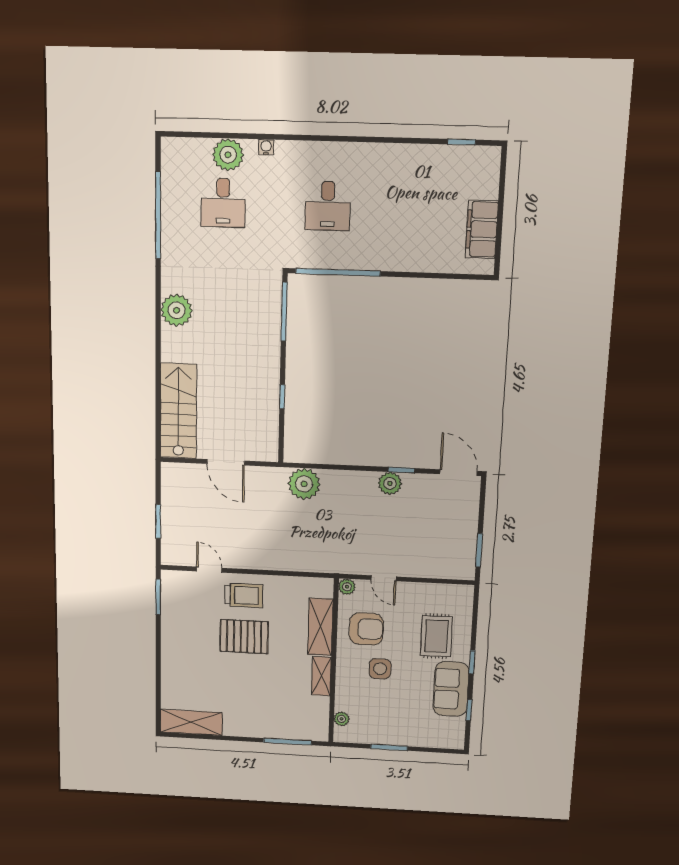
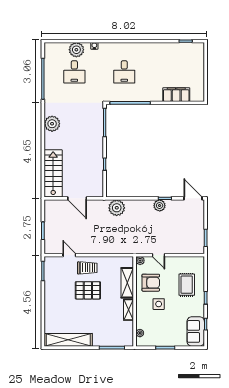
filing cabinet: (482, 229) -> (176, 95), moved, turned 90
sofa: (451, 689) -> (196, 331), moved
shelving: (191, 722) -> (68, 340), width x1.47

